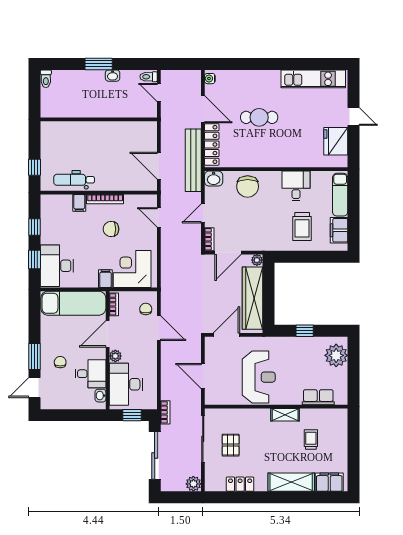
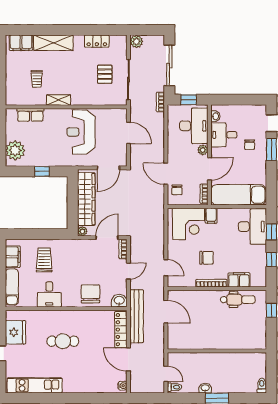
cafe table: (259, 117) -> (63, 341), moved
filing cabinet: (79, 203) -> (239, 280), width x2.00

